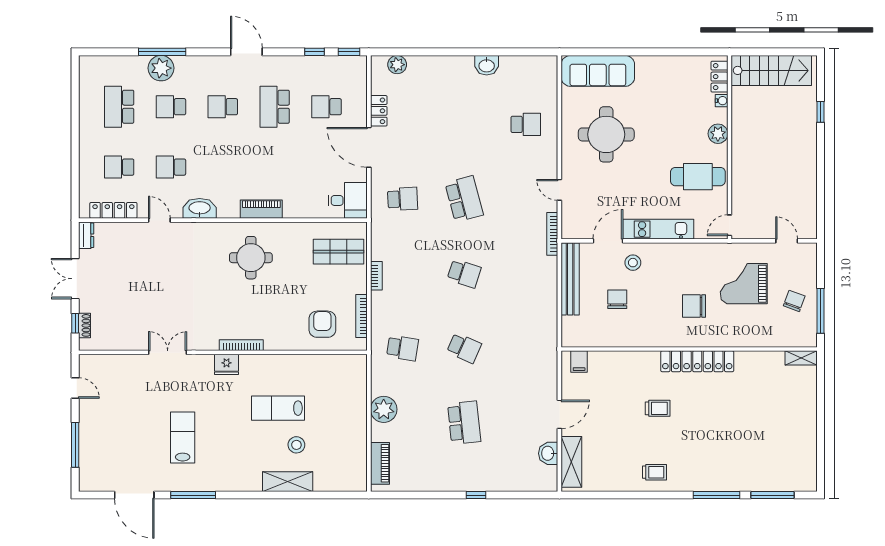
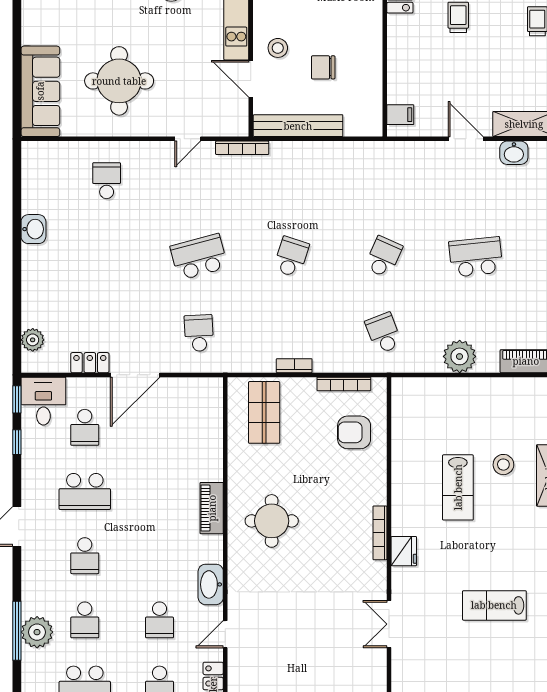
desk: (348, 200) -> (43, 401), moved
school desk: (403, 348) -> (383, 333), turned -30

